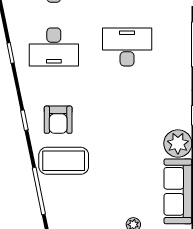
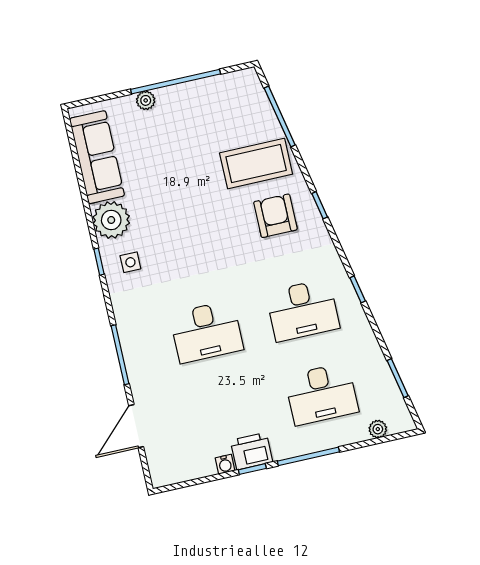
desk: (54, 47) -> (303, 310), turned 180
side table: (171, 110) -> (130, 262), added

